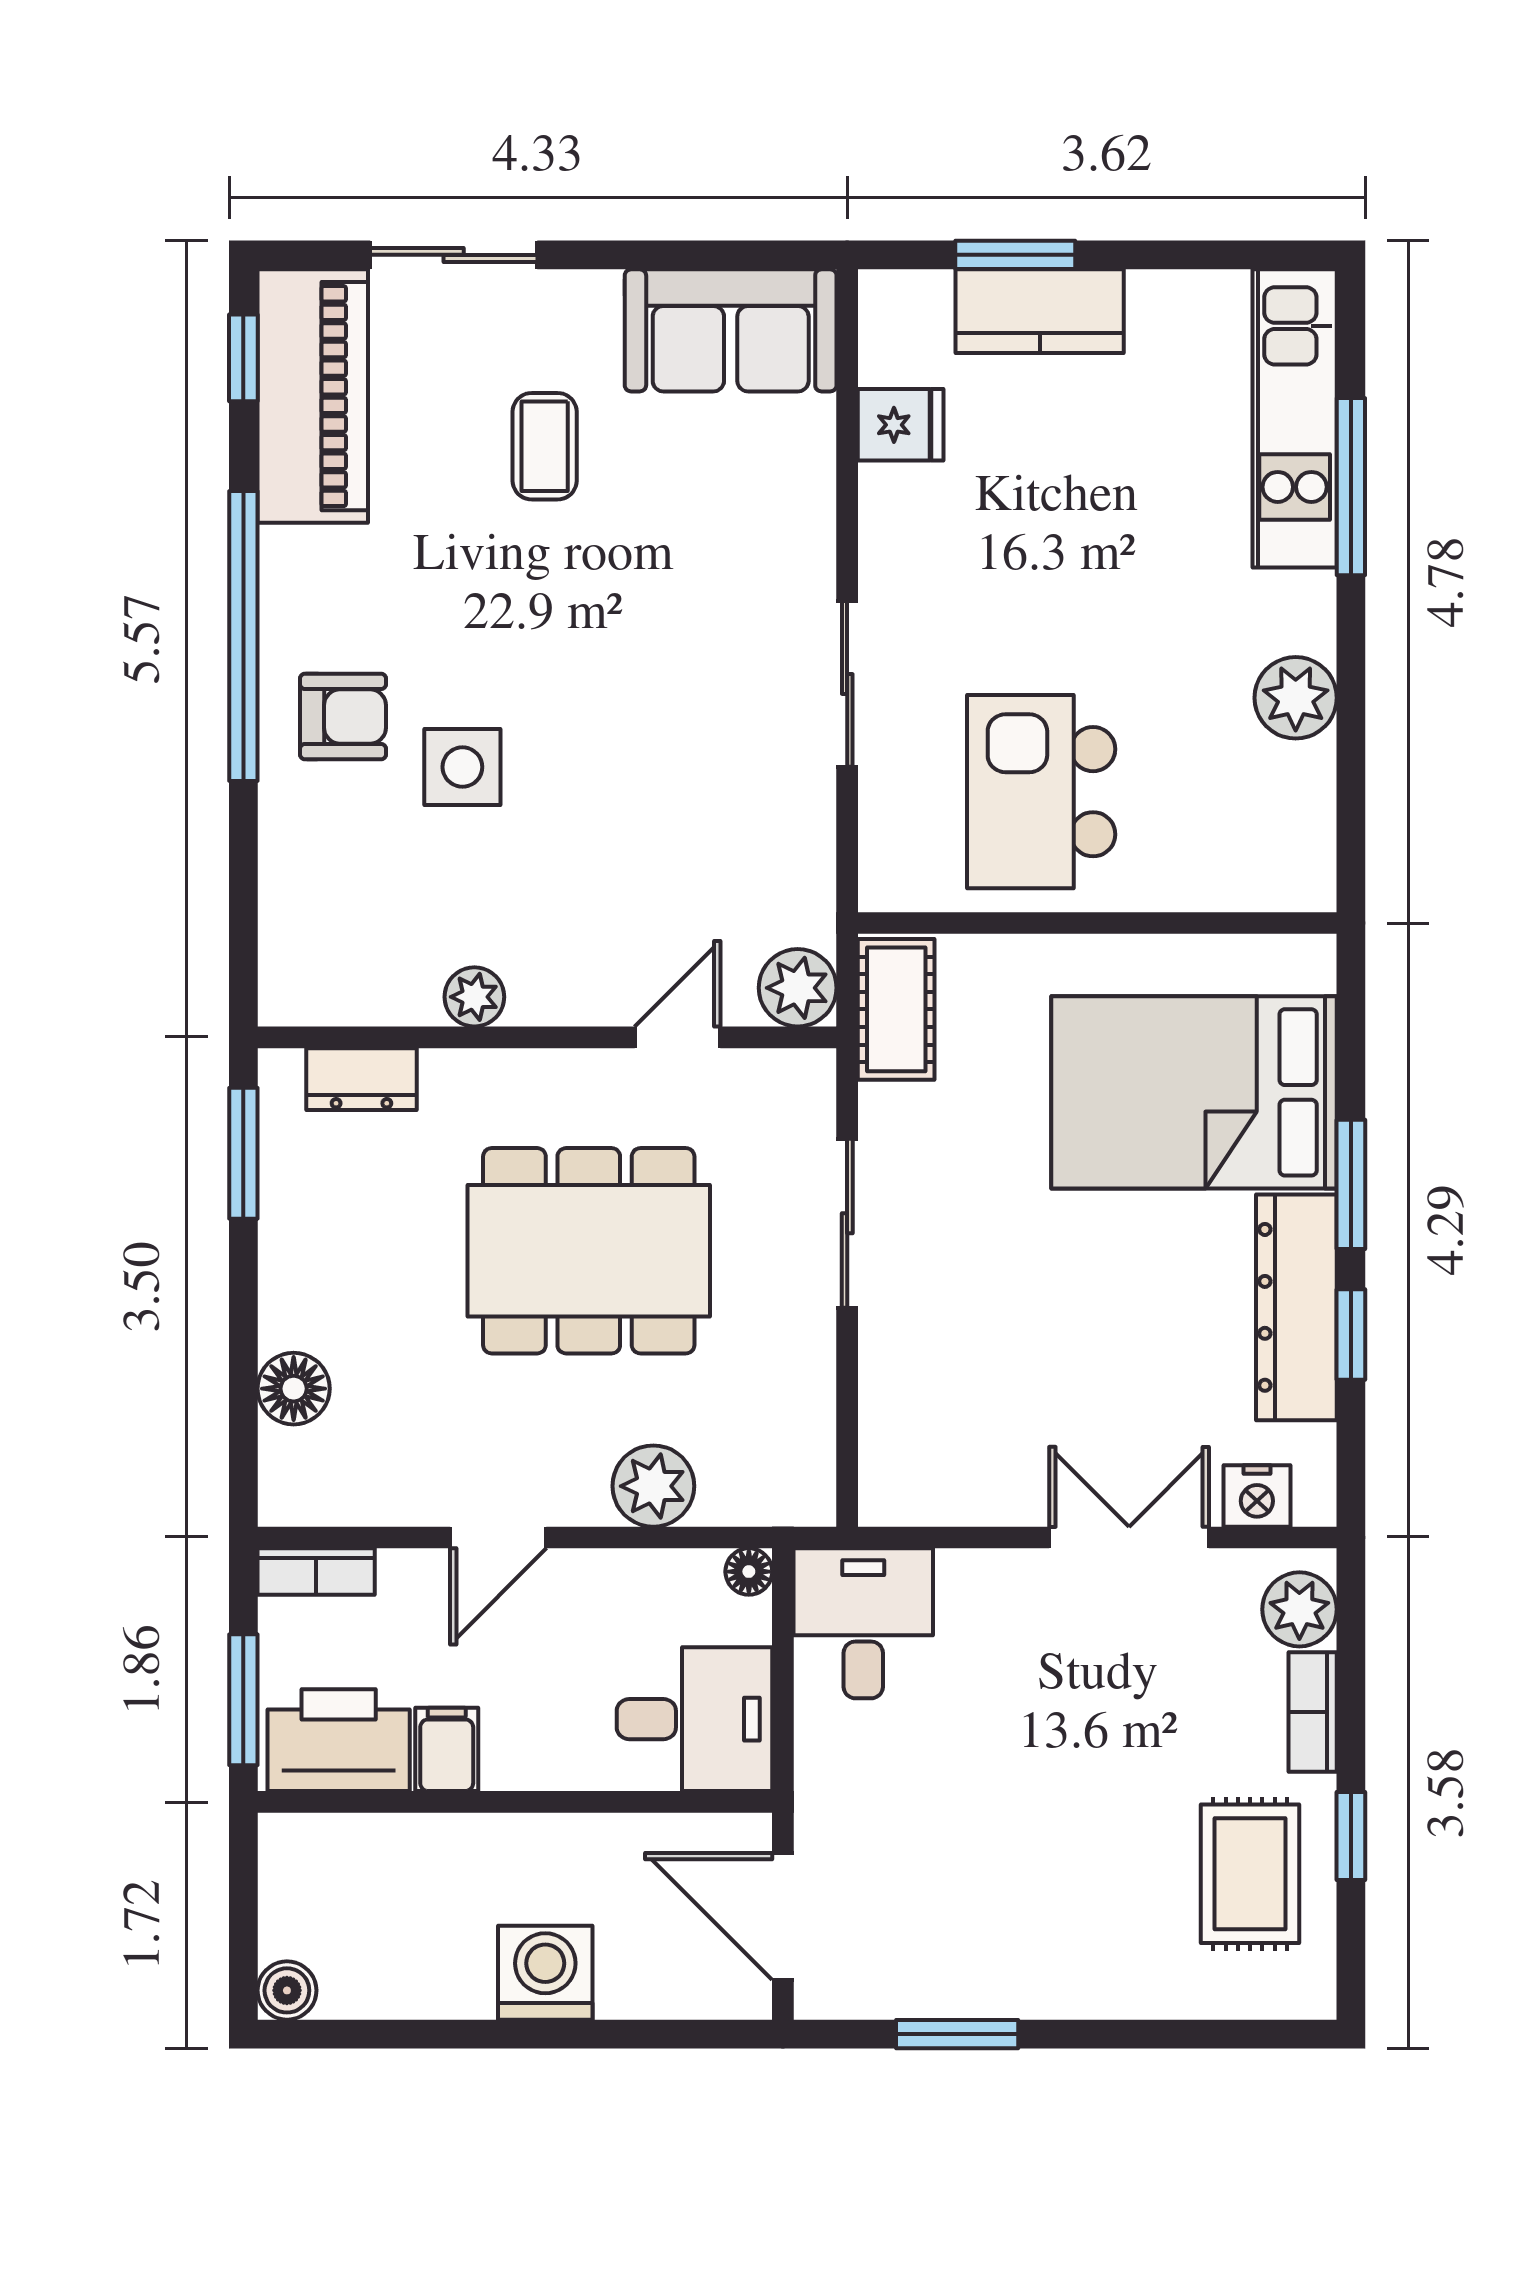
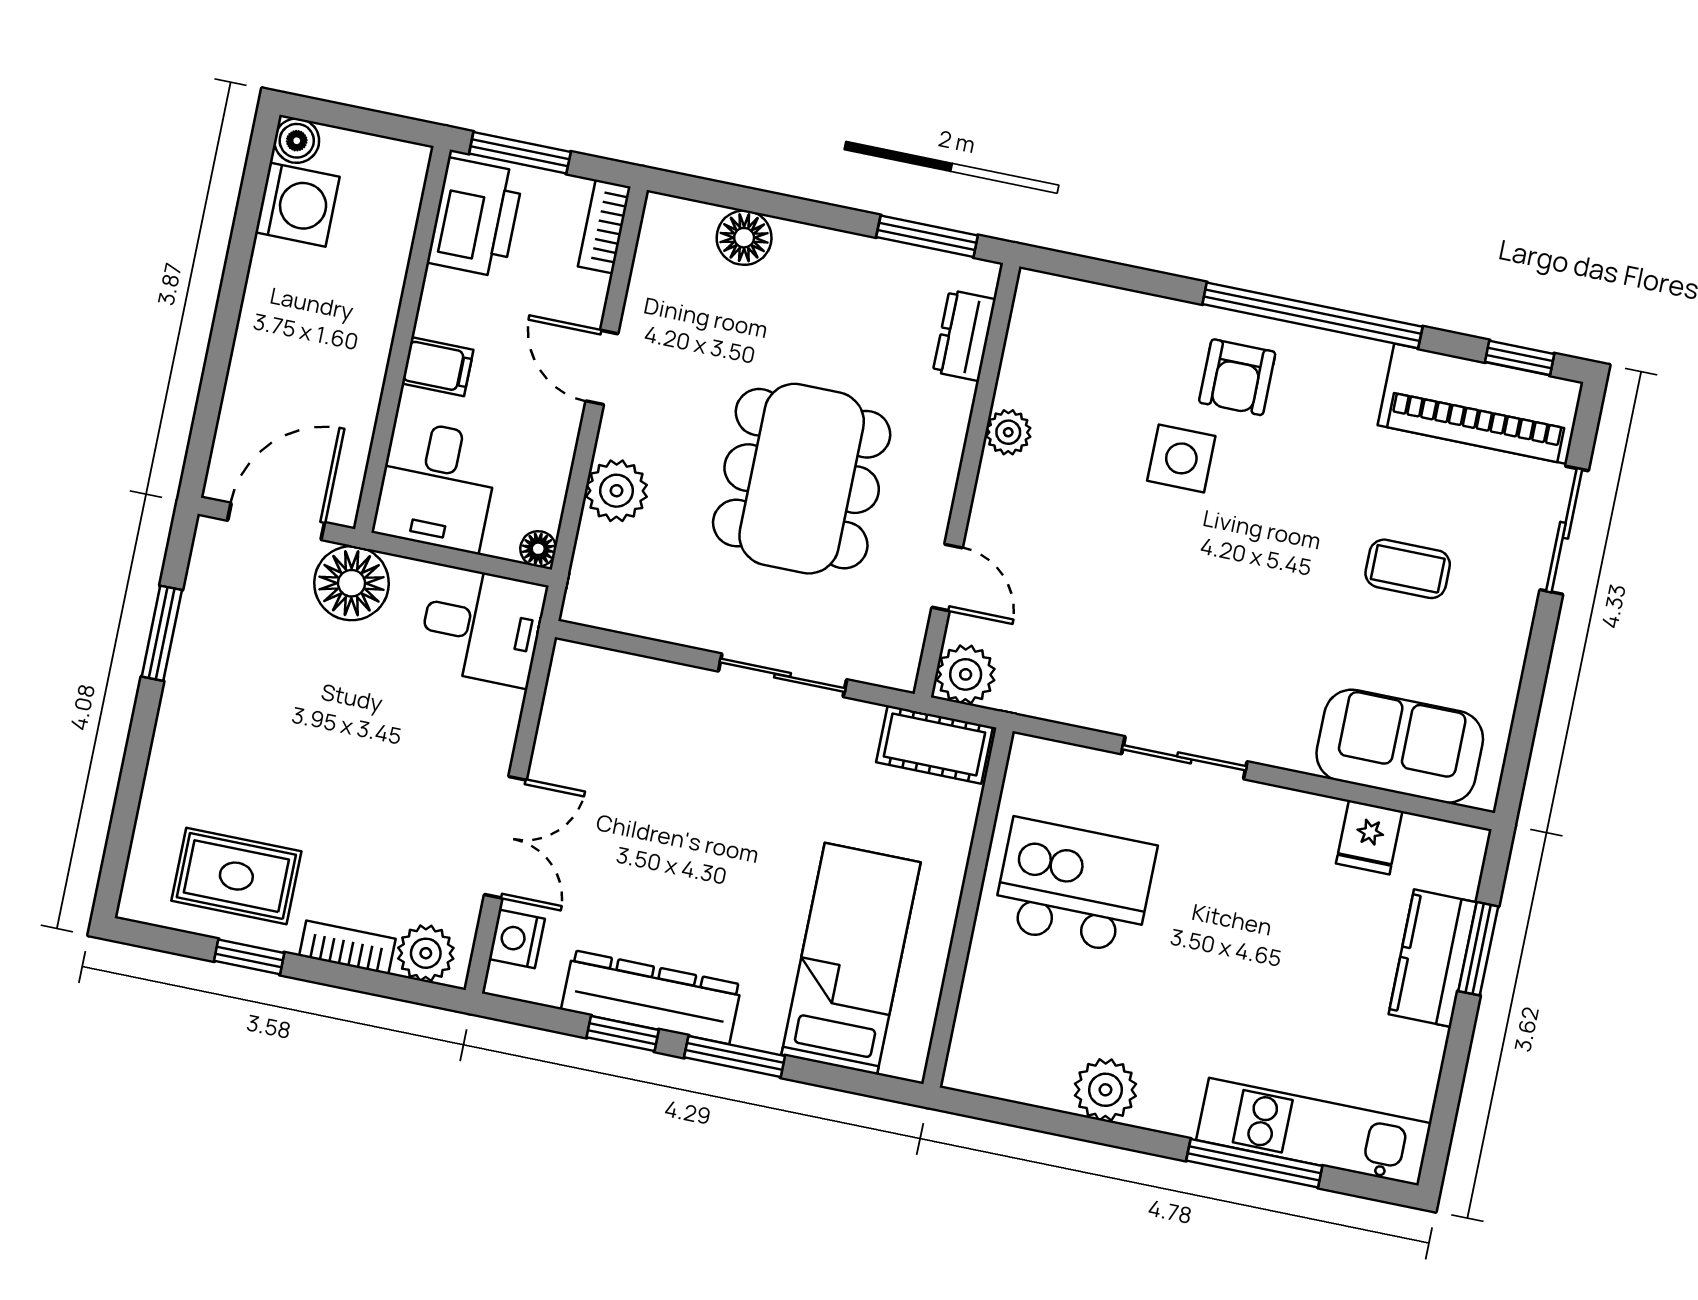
sofa: (731, 330) -> (1400, 746), moved, turned 90
bed: (1194, 1092) -> (851, 959), width x0.67
filing cabinet: (447, 1749) -> (438, 367), moved
floor lamp: (842, 1803) -> (352, 583), added
washing machine: (545, 1973) -> (297, 205), moved

